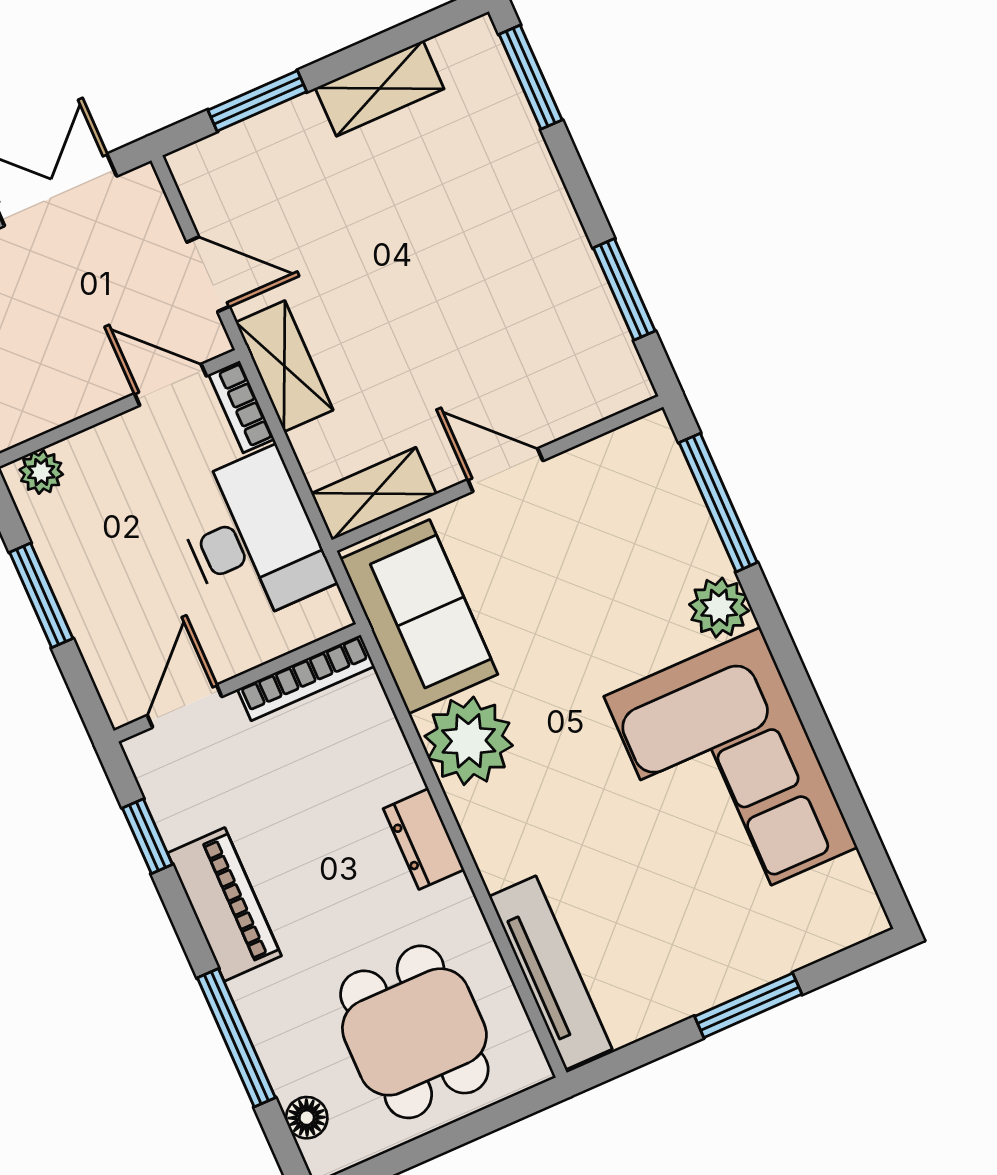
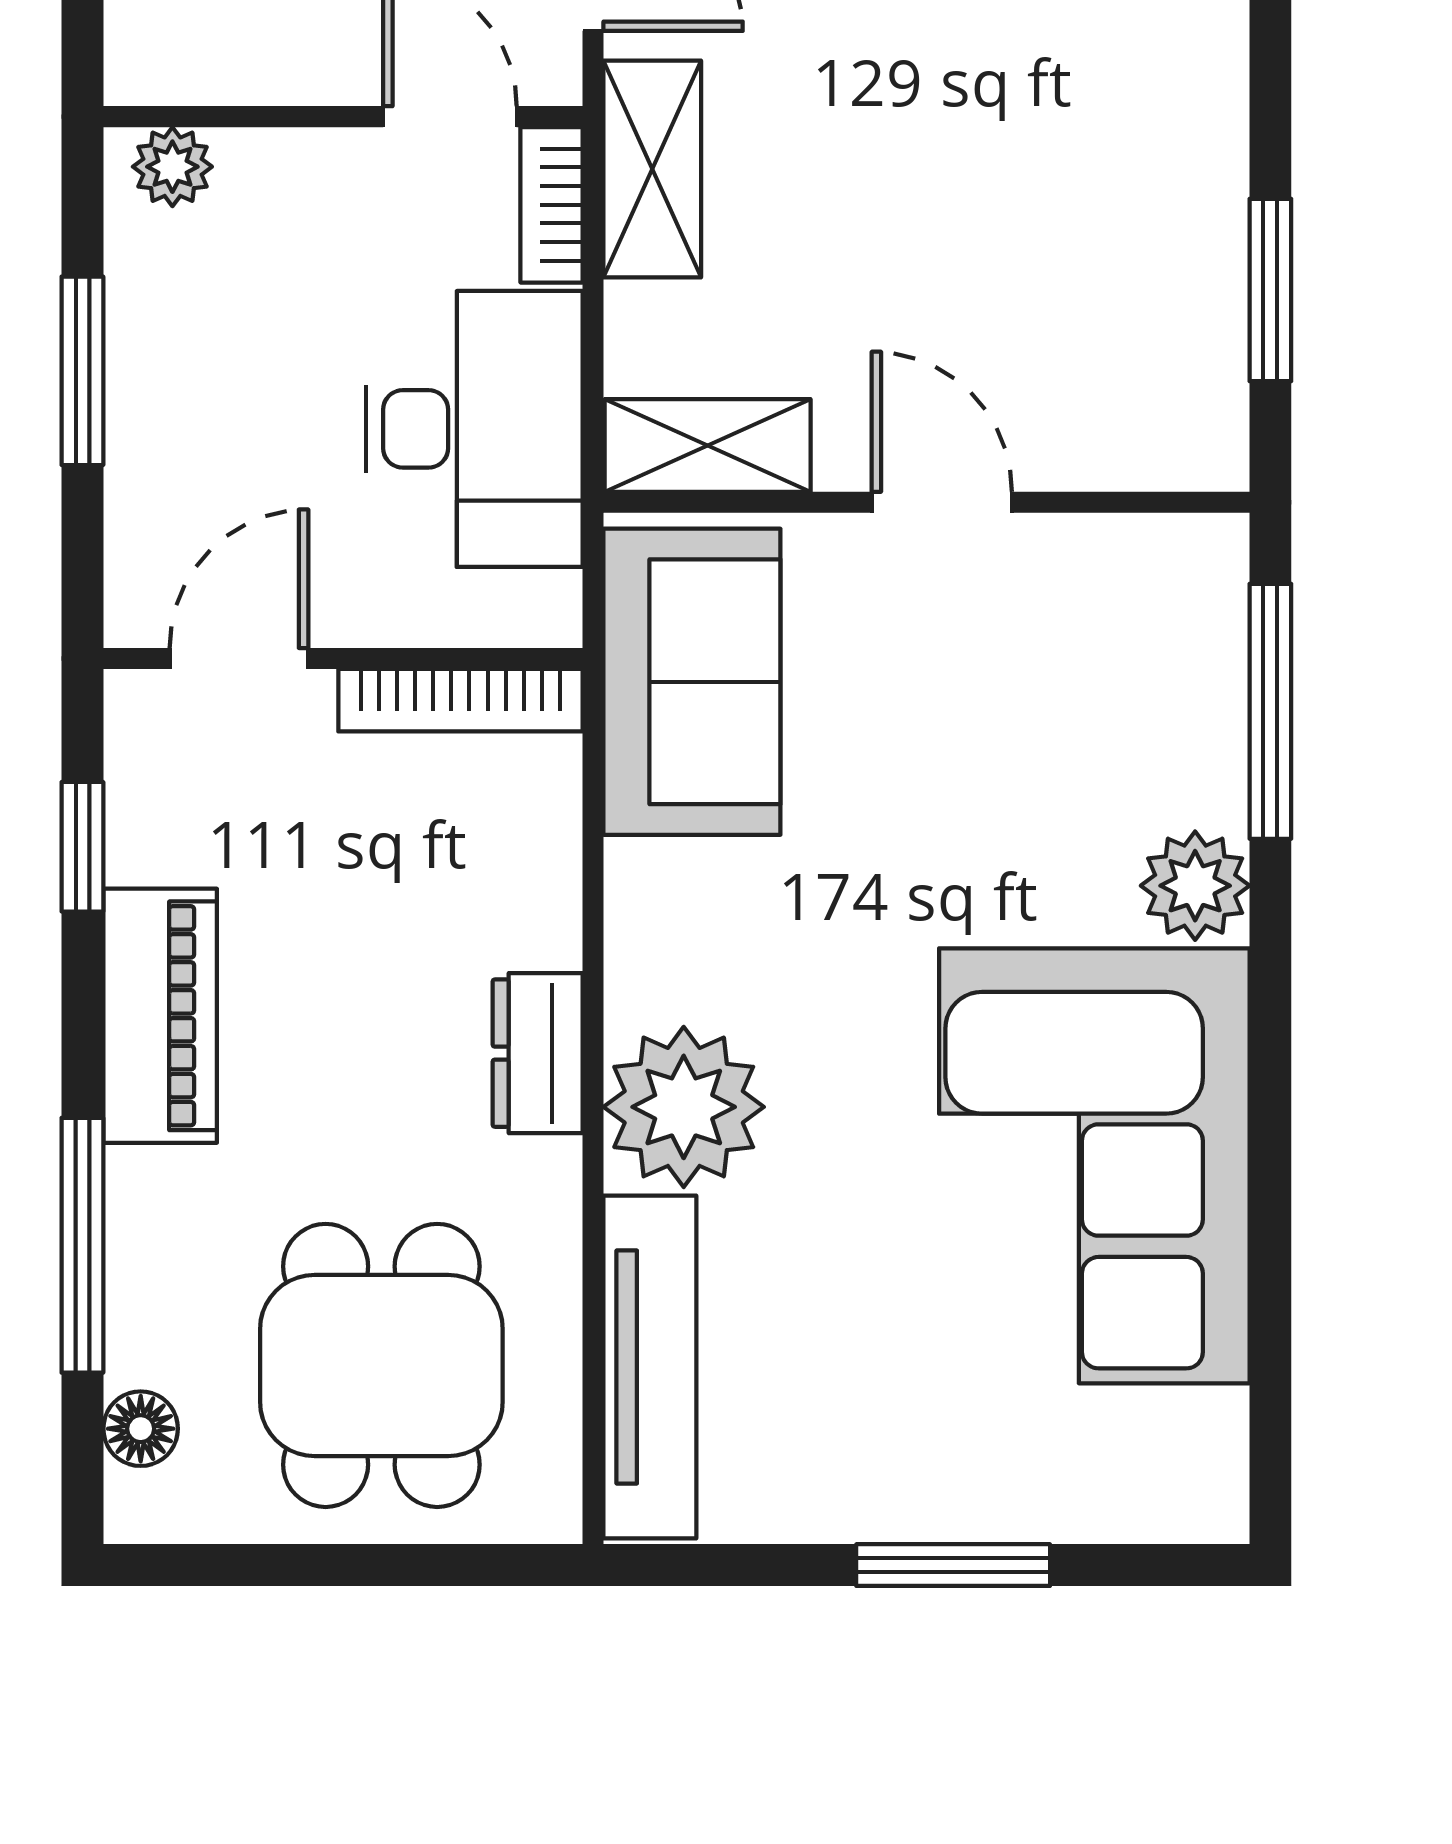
plant: (469, 741) -> (684, 1107), moved

